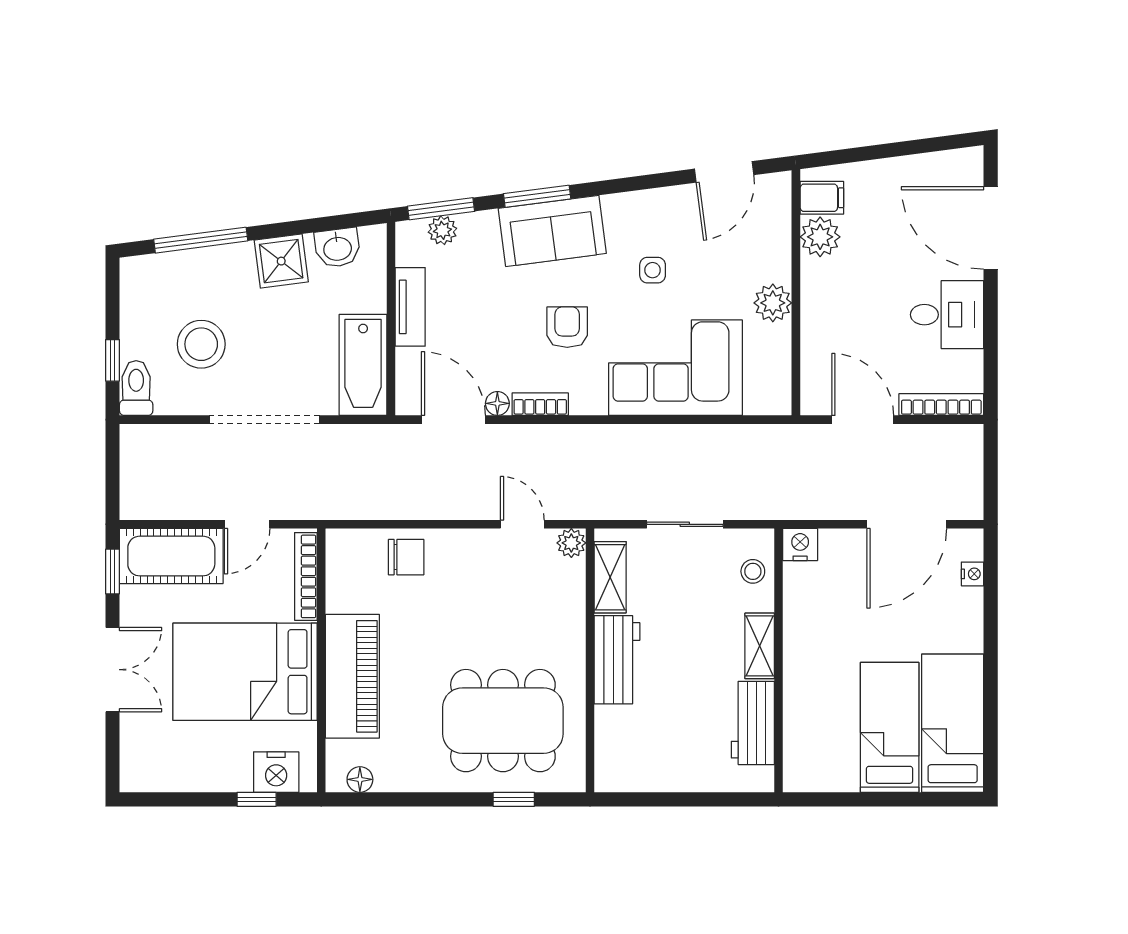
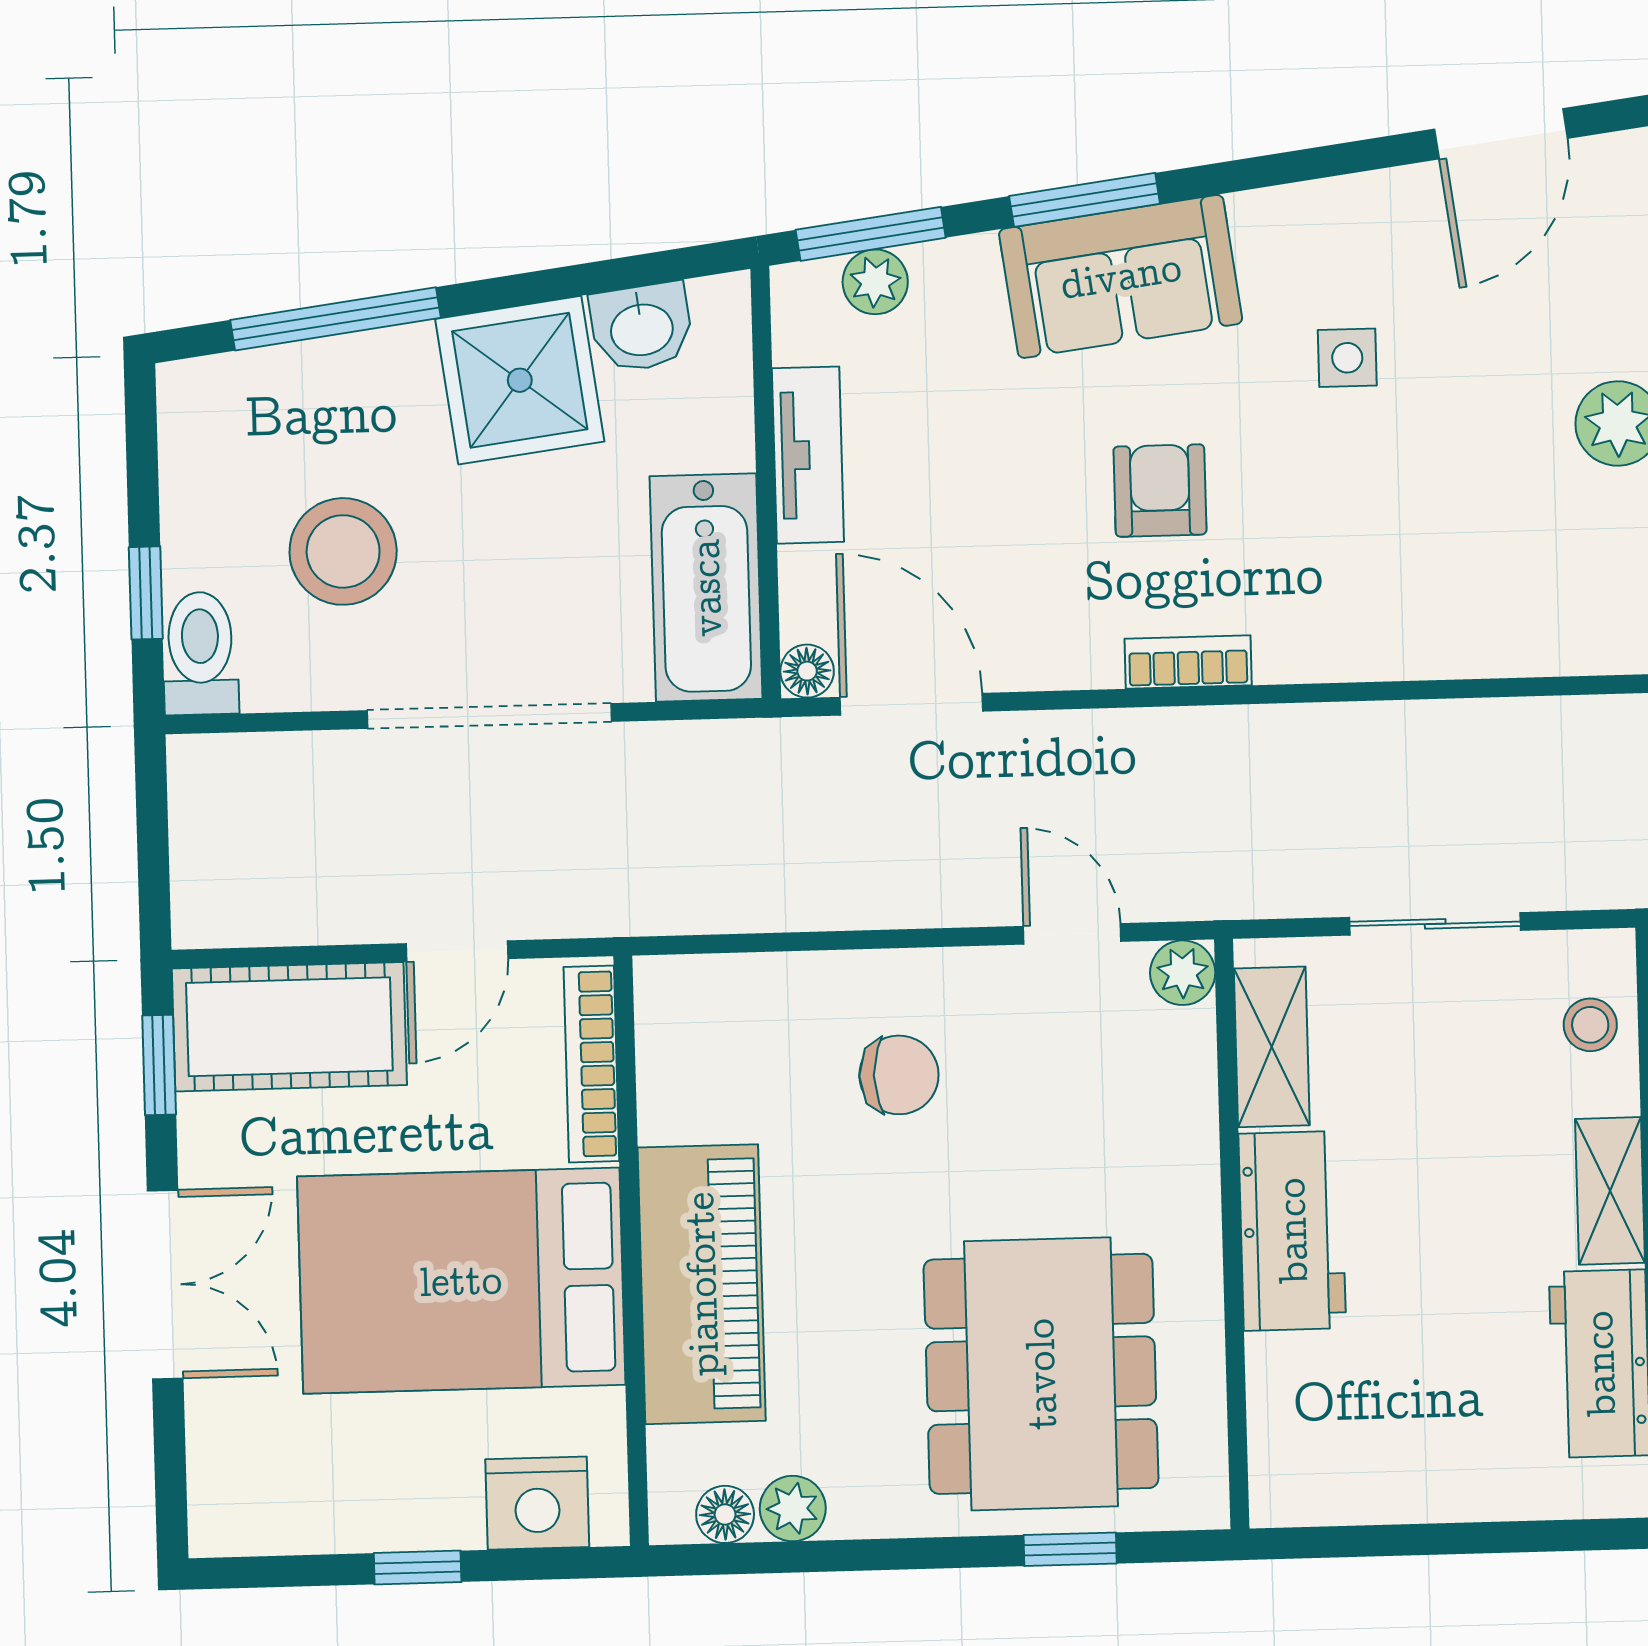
shower: (281, 261) -> (520, 380), width x1.36, depth x1.36
corner sofa: (675, 368) -> (1404, 574), removed
floor lamp: (497, 403) -> (807, 671), moved
bookcase: (540, 404) -> (1188, 662), moved
chair: (406, 557) -> (899, 1075), moved
dining table: (503, 721) -> (1041, 1374), turned 90
plant: (390, 778) -> (793, 1509), added
window: (257, 799) -> (418, 1567), moved

